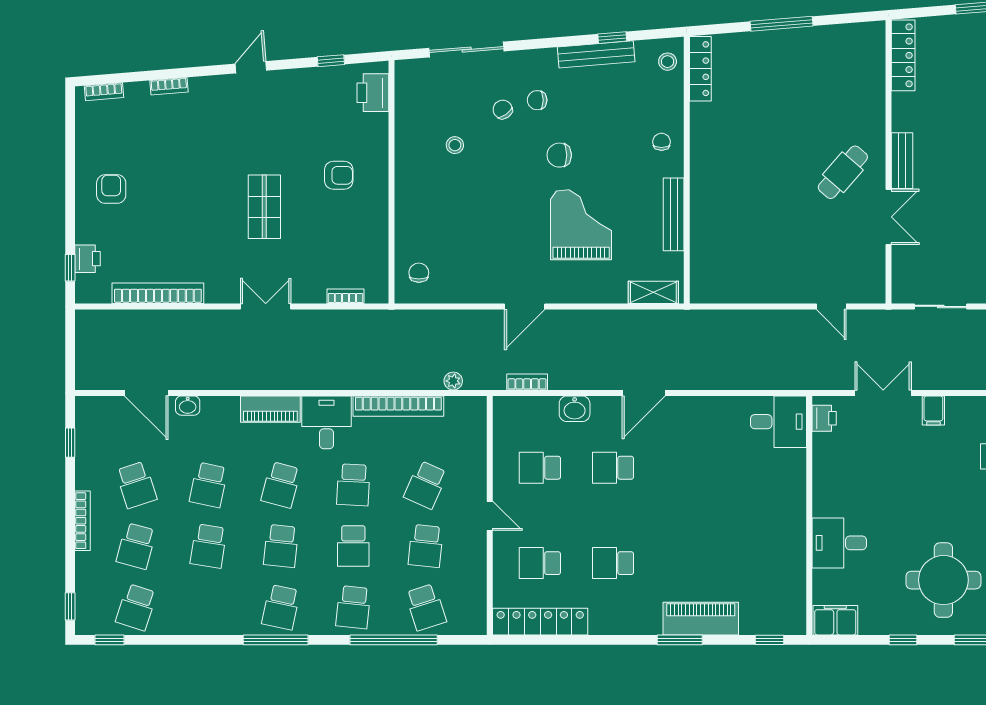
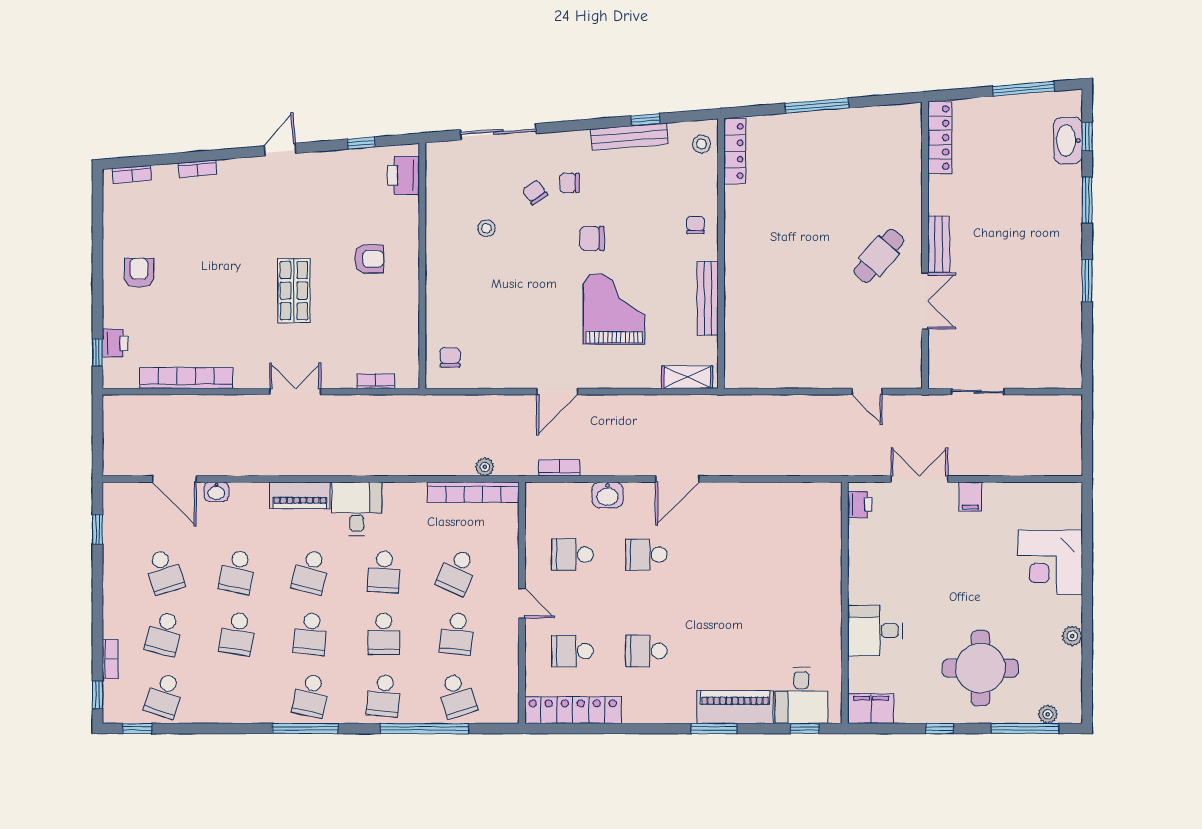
bookcase: (398, 406) -> (473, 492), moved
desk: (778, 422) -> (801, 695), moved, turned 90
bookcase: (83, 521) -> (110, 659), moved, width x0.64

